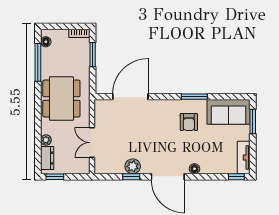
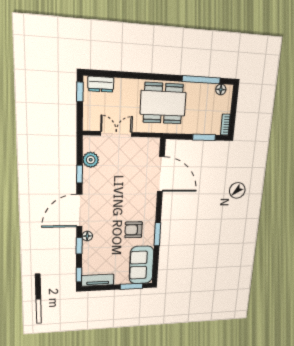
plant: (46, 140) -> (120, 84), removed
plant: (133, 166) -> (91, 160), moved
window: (205, 177) -> (79, 246), added

